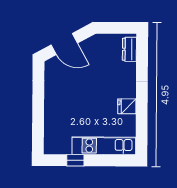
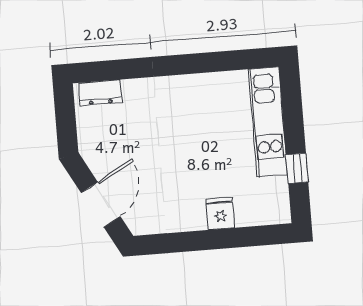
fridge: (127, 106) -> (220, 213), moved, turned 180

